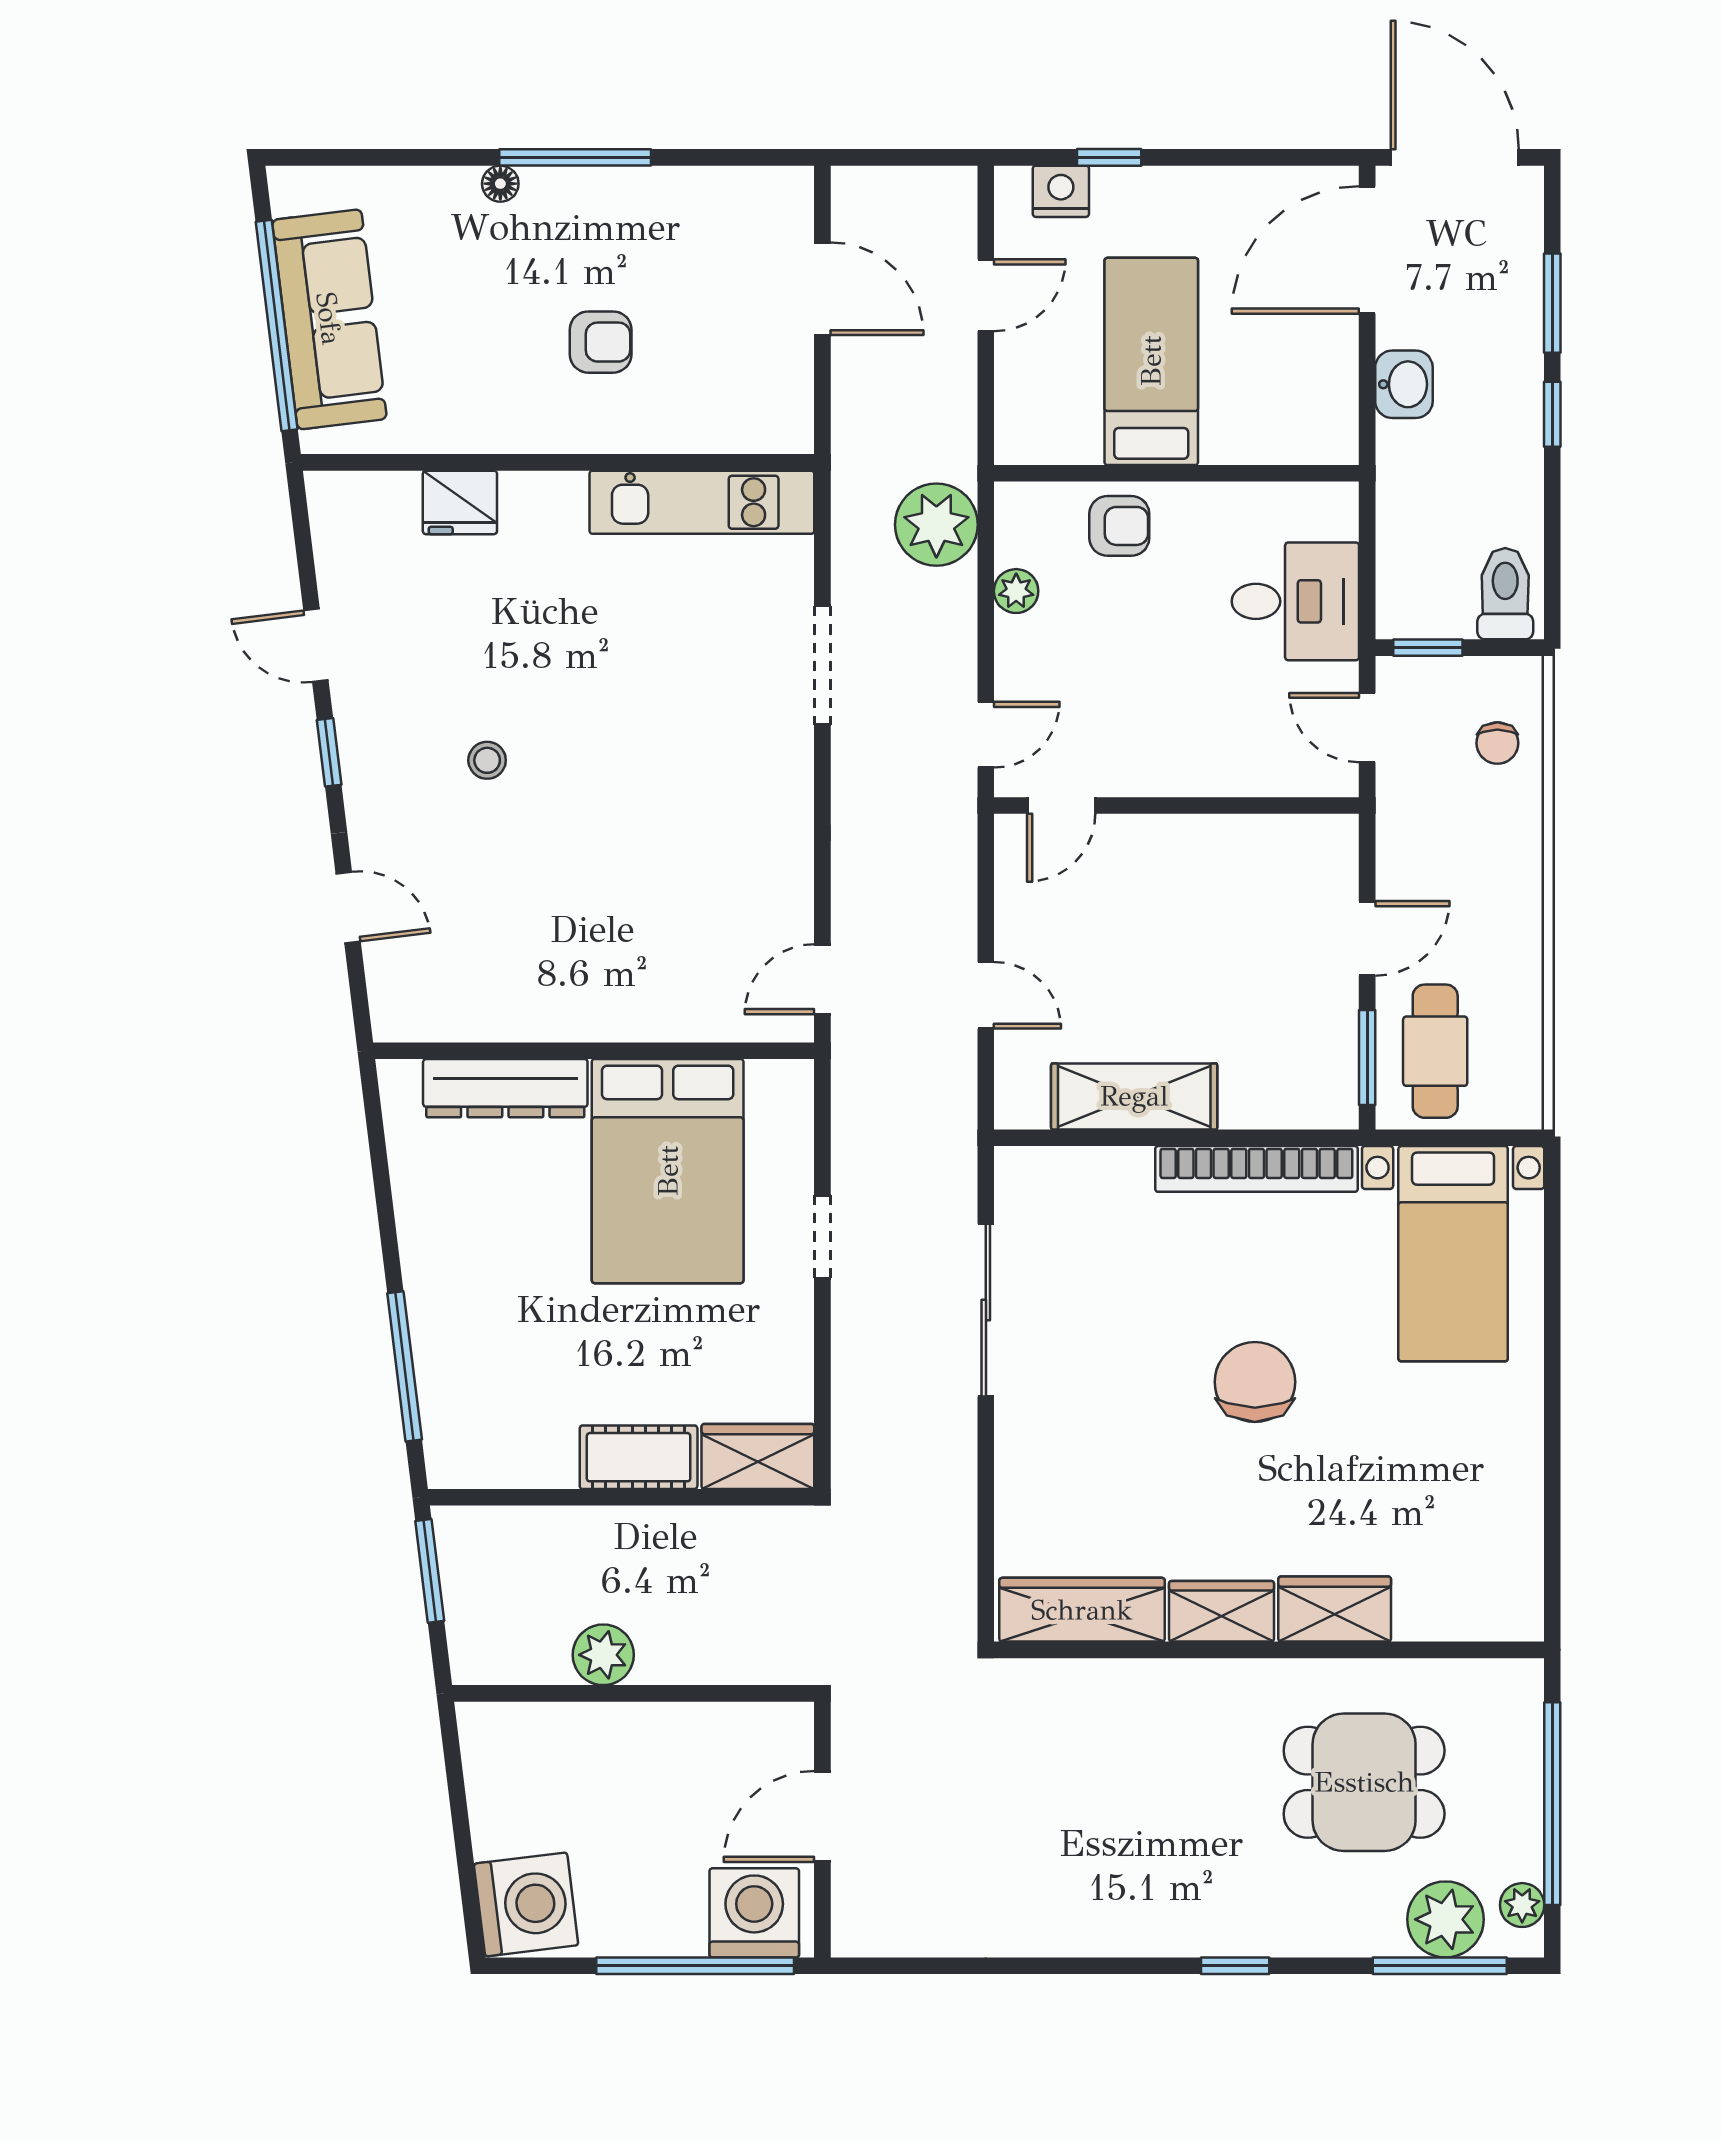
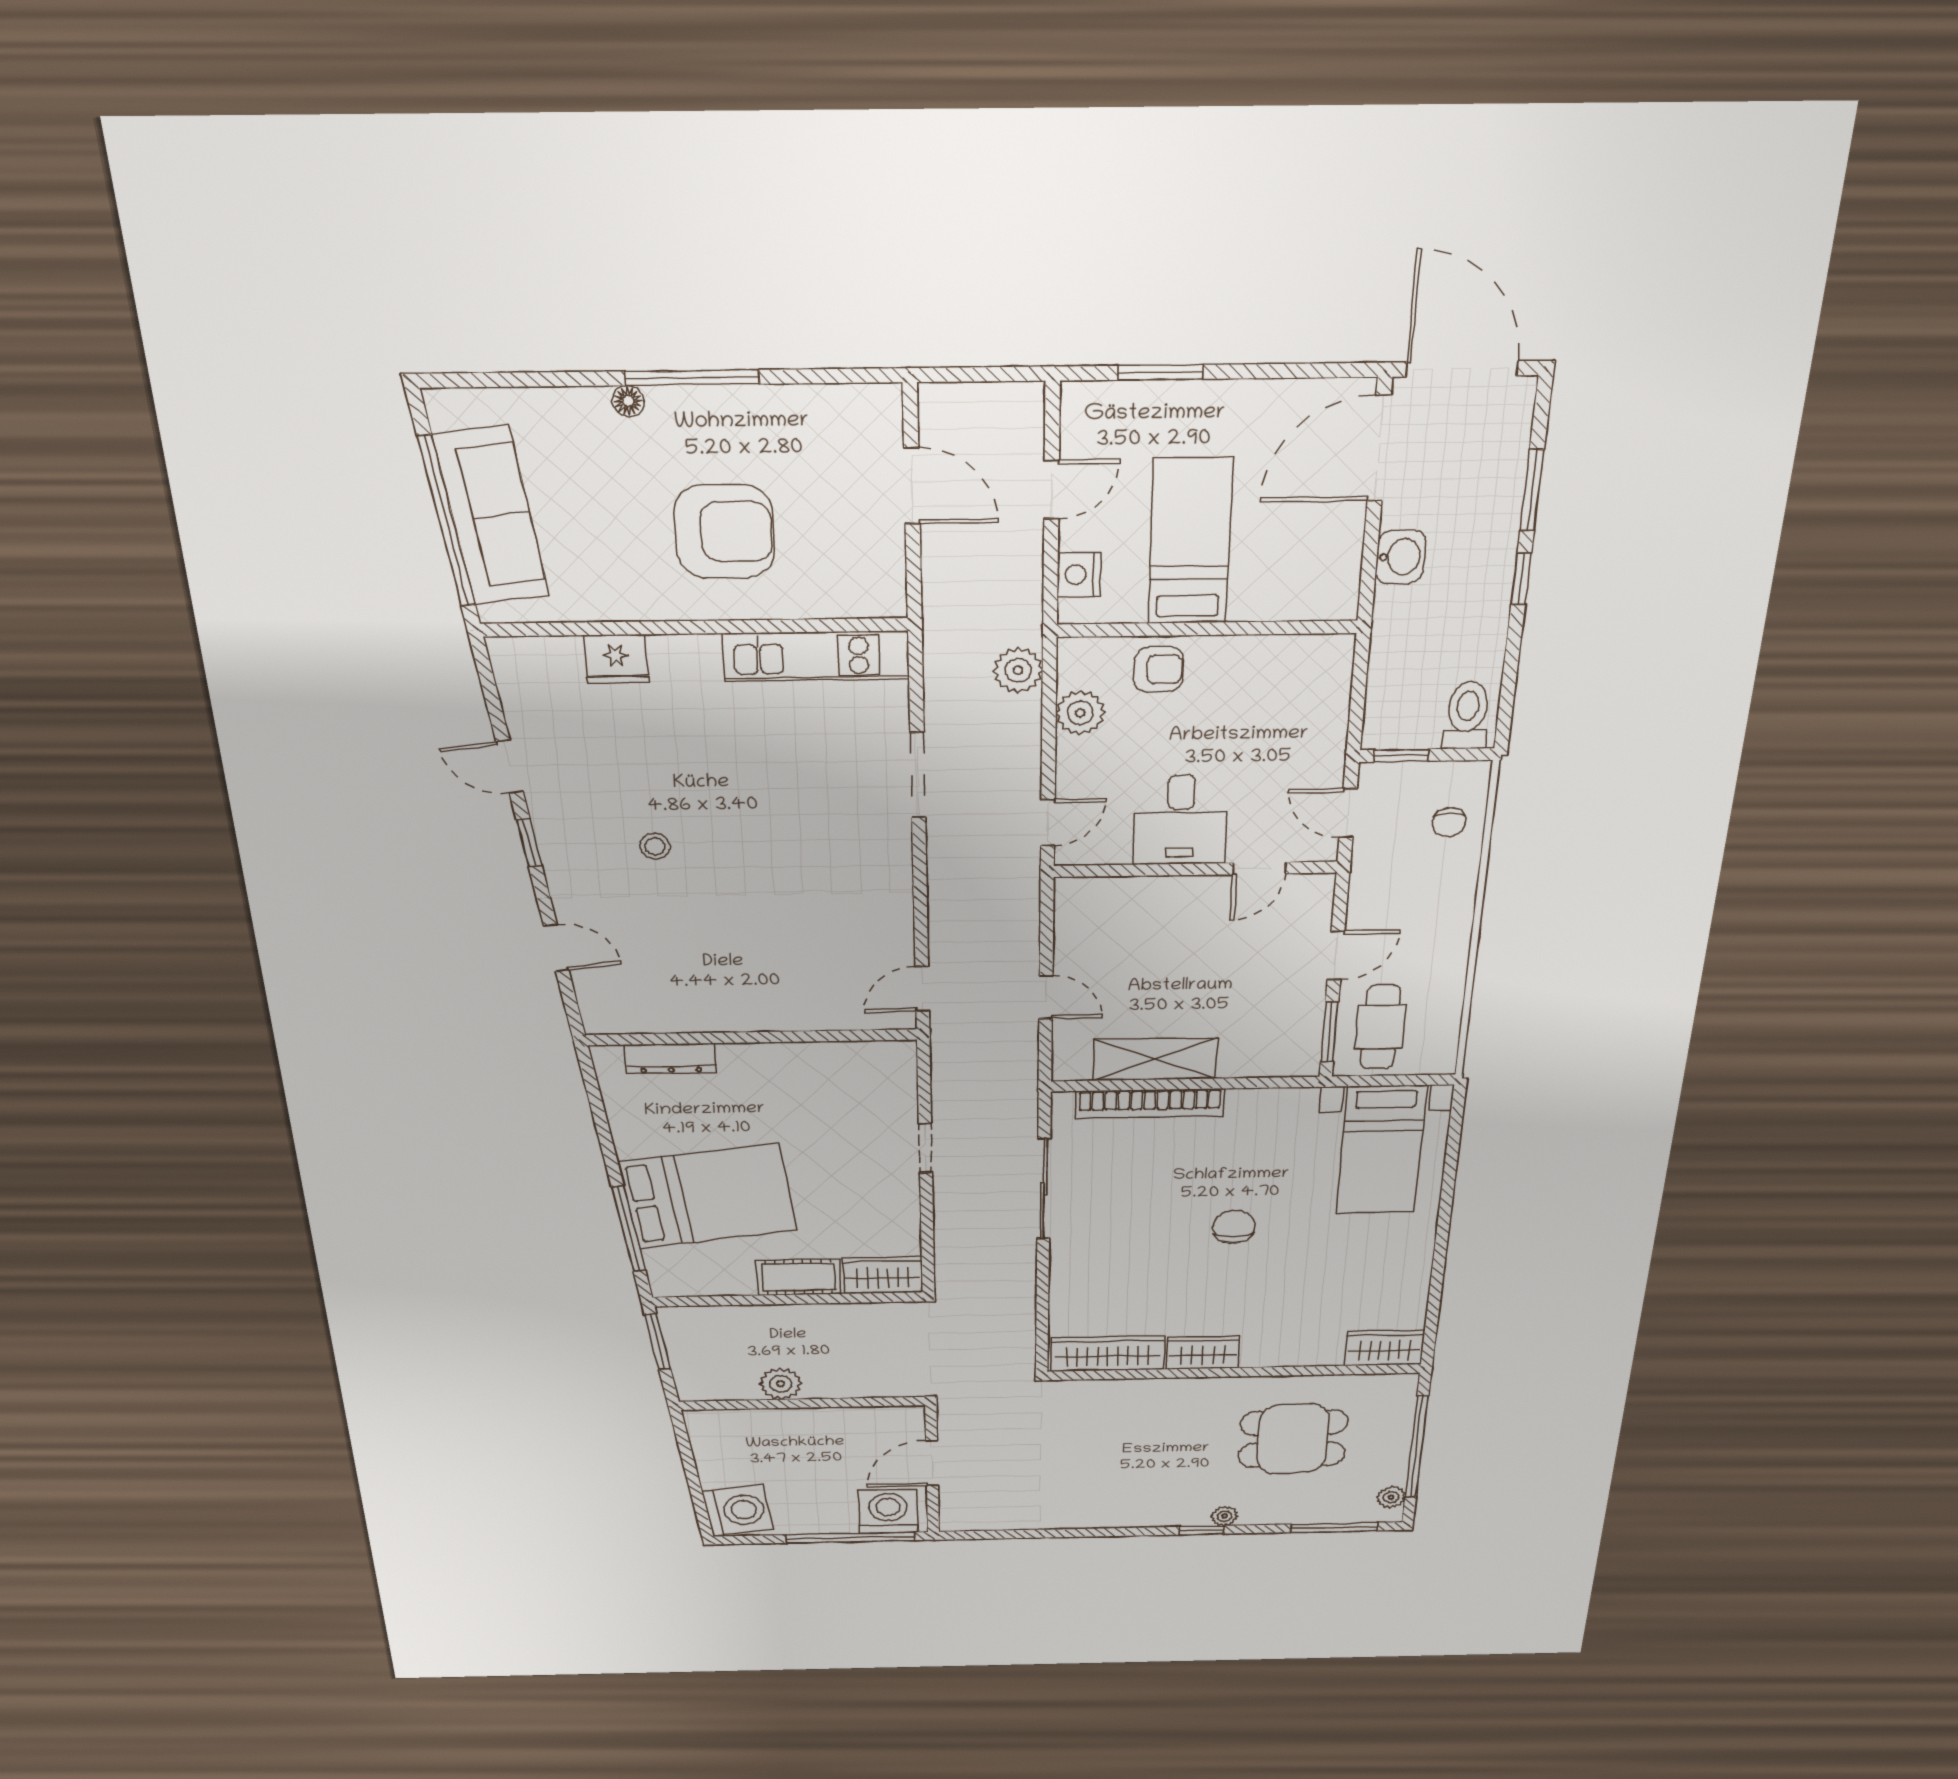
window: (1109, 157) -> (1161, 372), width x1.50
nightstand: (1061, 191) -> (1079, 575), moved, turned -90
armchair: (601, 342) -> (724, 532), width x1.88, depth x1.88
plant: (936, 525) -> (1018, 670), width x0.73, depth x0.73
plant: (1016, 591) -> (1080, 713), width x1.38, depth x1.38
desk: (1295, 601) -> (1180, 820), moved, turned 90
door: (1061, 806) -> (1259, 868), moved
dresser: (505, 1088) -> (670, 1059), width x0.73, depth x0.80
bookcase: (1256, 1169) -> (1150, 1104), moved
bed: (668, 1171) -> (708, 1196), moved, turned -97
chair: (1255, 1382) -> (1234, 1227), width x0.73, depth x0.73
wardrobe: (1335, 1609) -> (1385, 1348), moved
plant: (1445, 1919) -> (1224, 1516), moved, width x0.53, depth x0.53

